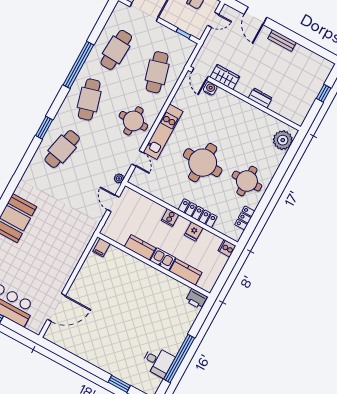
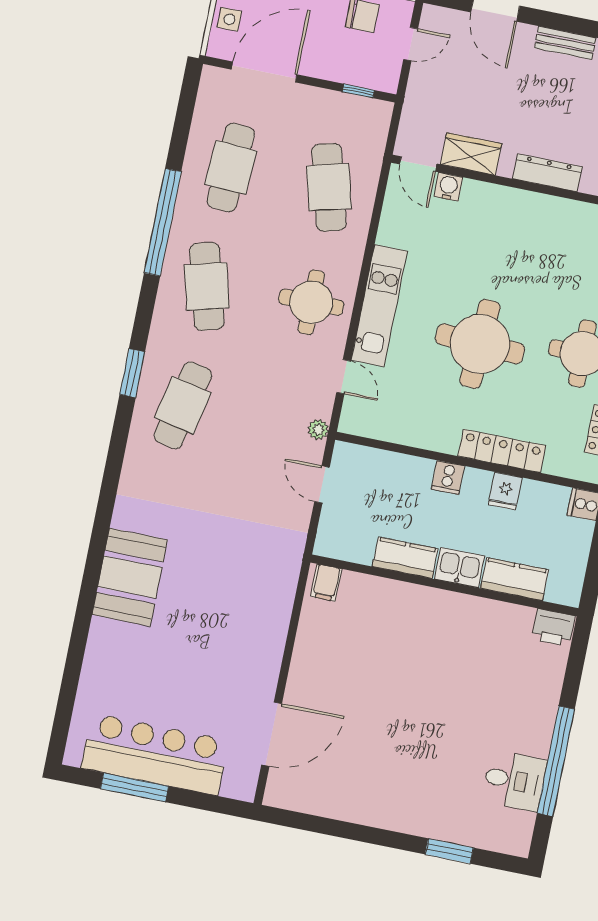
dresser: (260, 98) -> (547, 173), width x1.44

